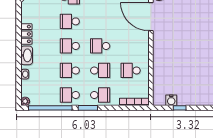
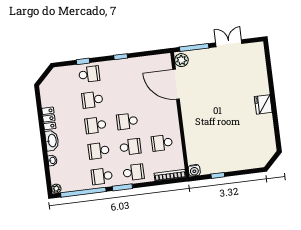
water cooler: (171, 100) -> (194, 170), moved

